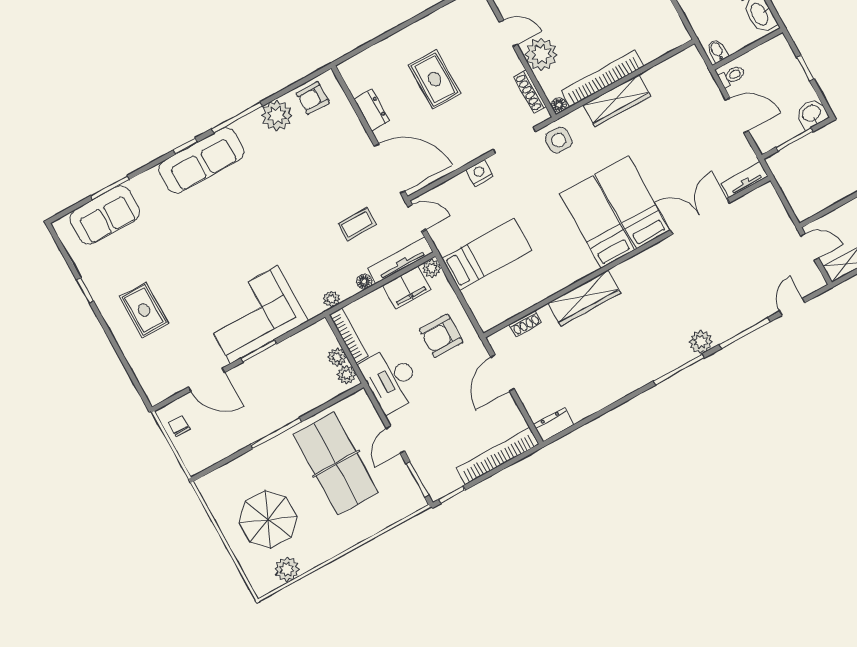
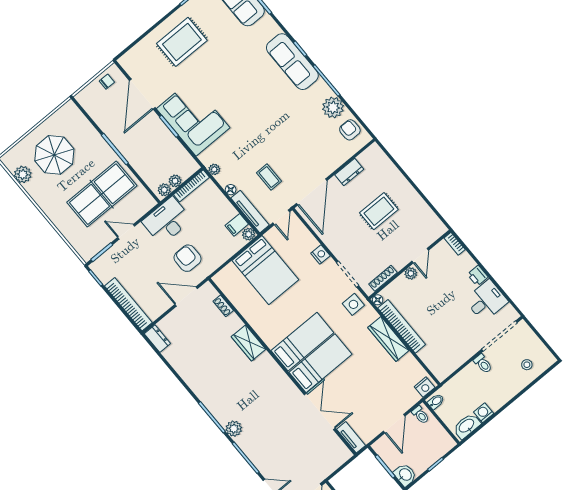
plant: (541, 54) -> (411, 273), width x0.53, depth x0.53
nightstand: (694, 63) -> (425, 387), added
bed: (487, 254) -> (265, 270), width x1.50
filing cabinet: (407, 287) -> (237, 225), width x0.50
wardrobe: (584, 298) -> (249, 343), width x0.67
rug: (144, 310) -> (182, 42), width x1.36, depth x1.43
armchair: (441, 336) -> (188, 258), moved
door: (206, 380) -> (142, 94), width x1.36

